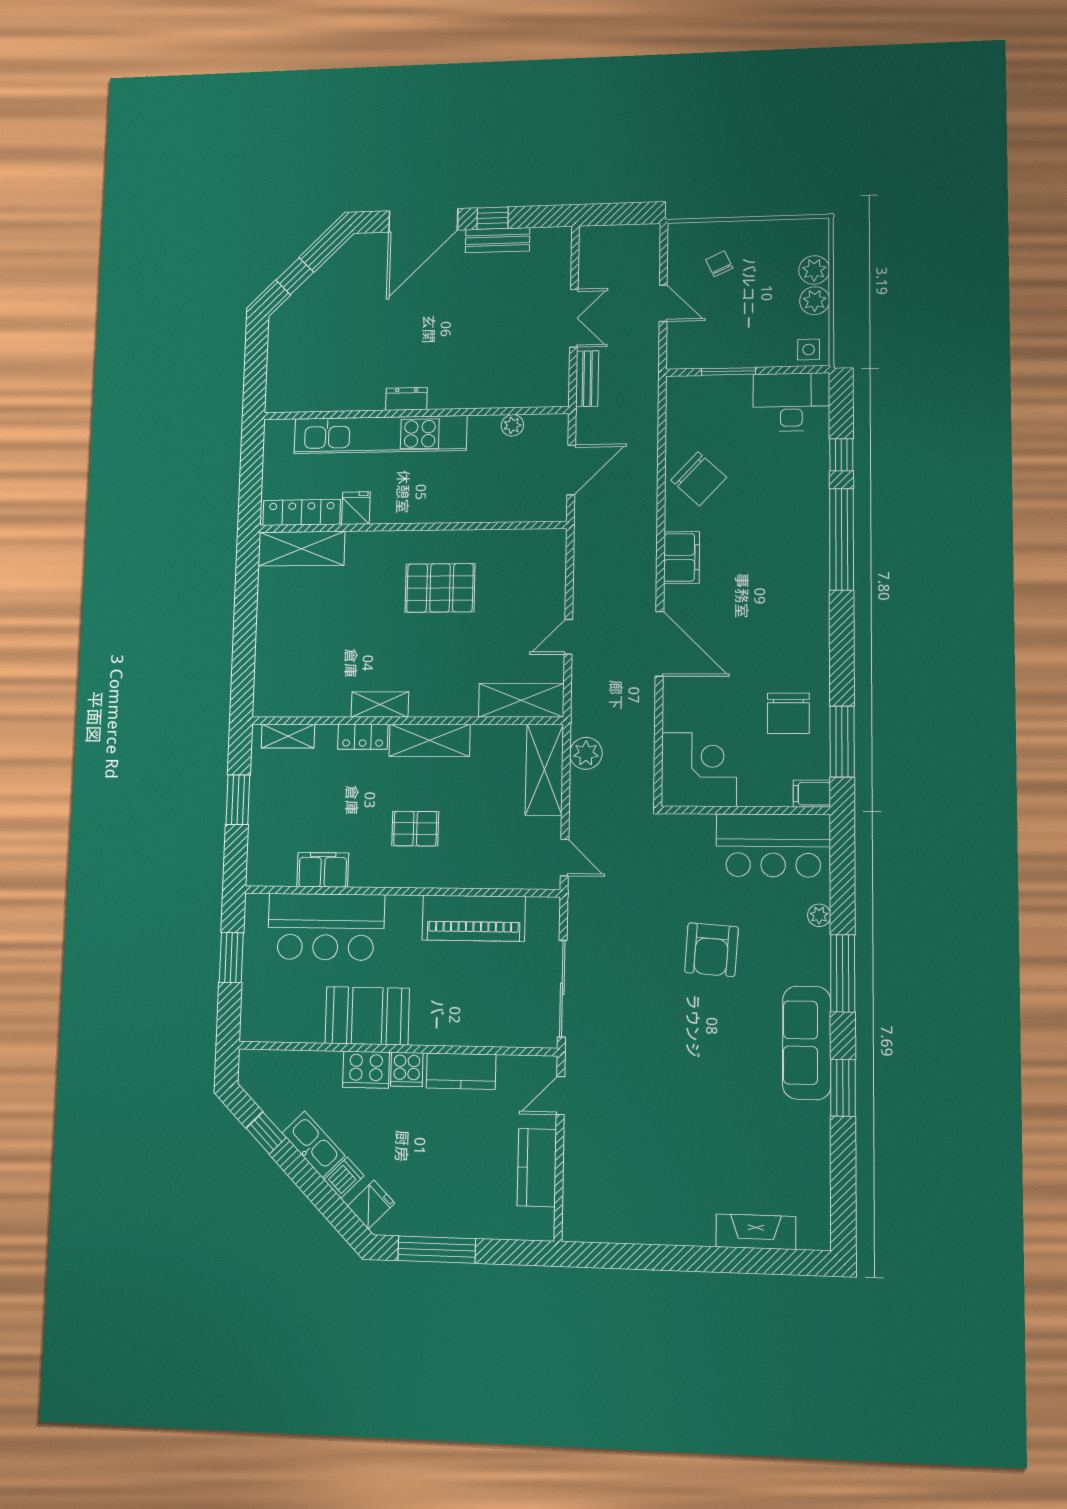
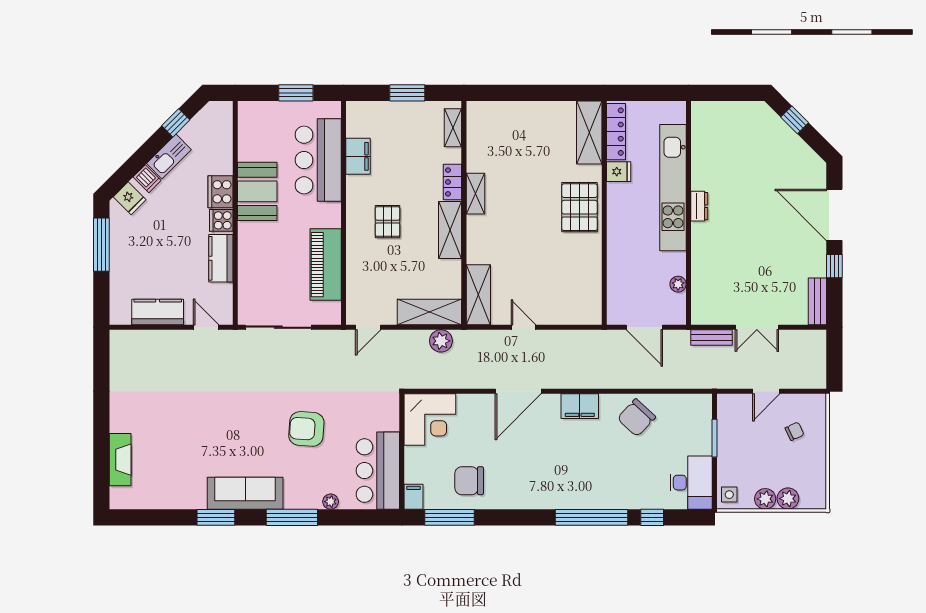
bench: (498, 240) -> (817, 301), moved
pallet: (440, 588) -> (580, 207), moved

